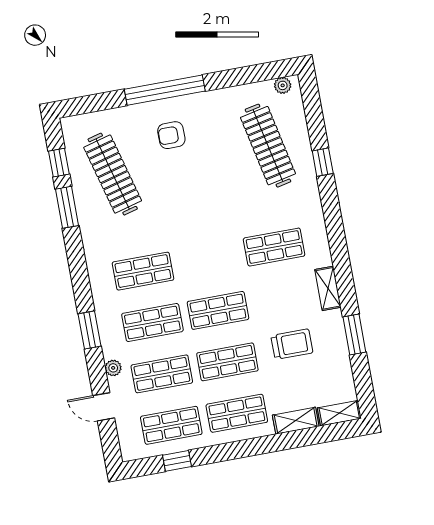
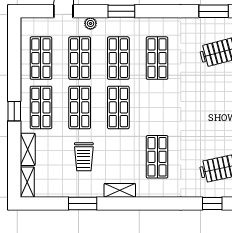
window: (177, 461) -> (14, 111), moved

